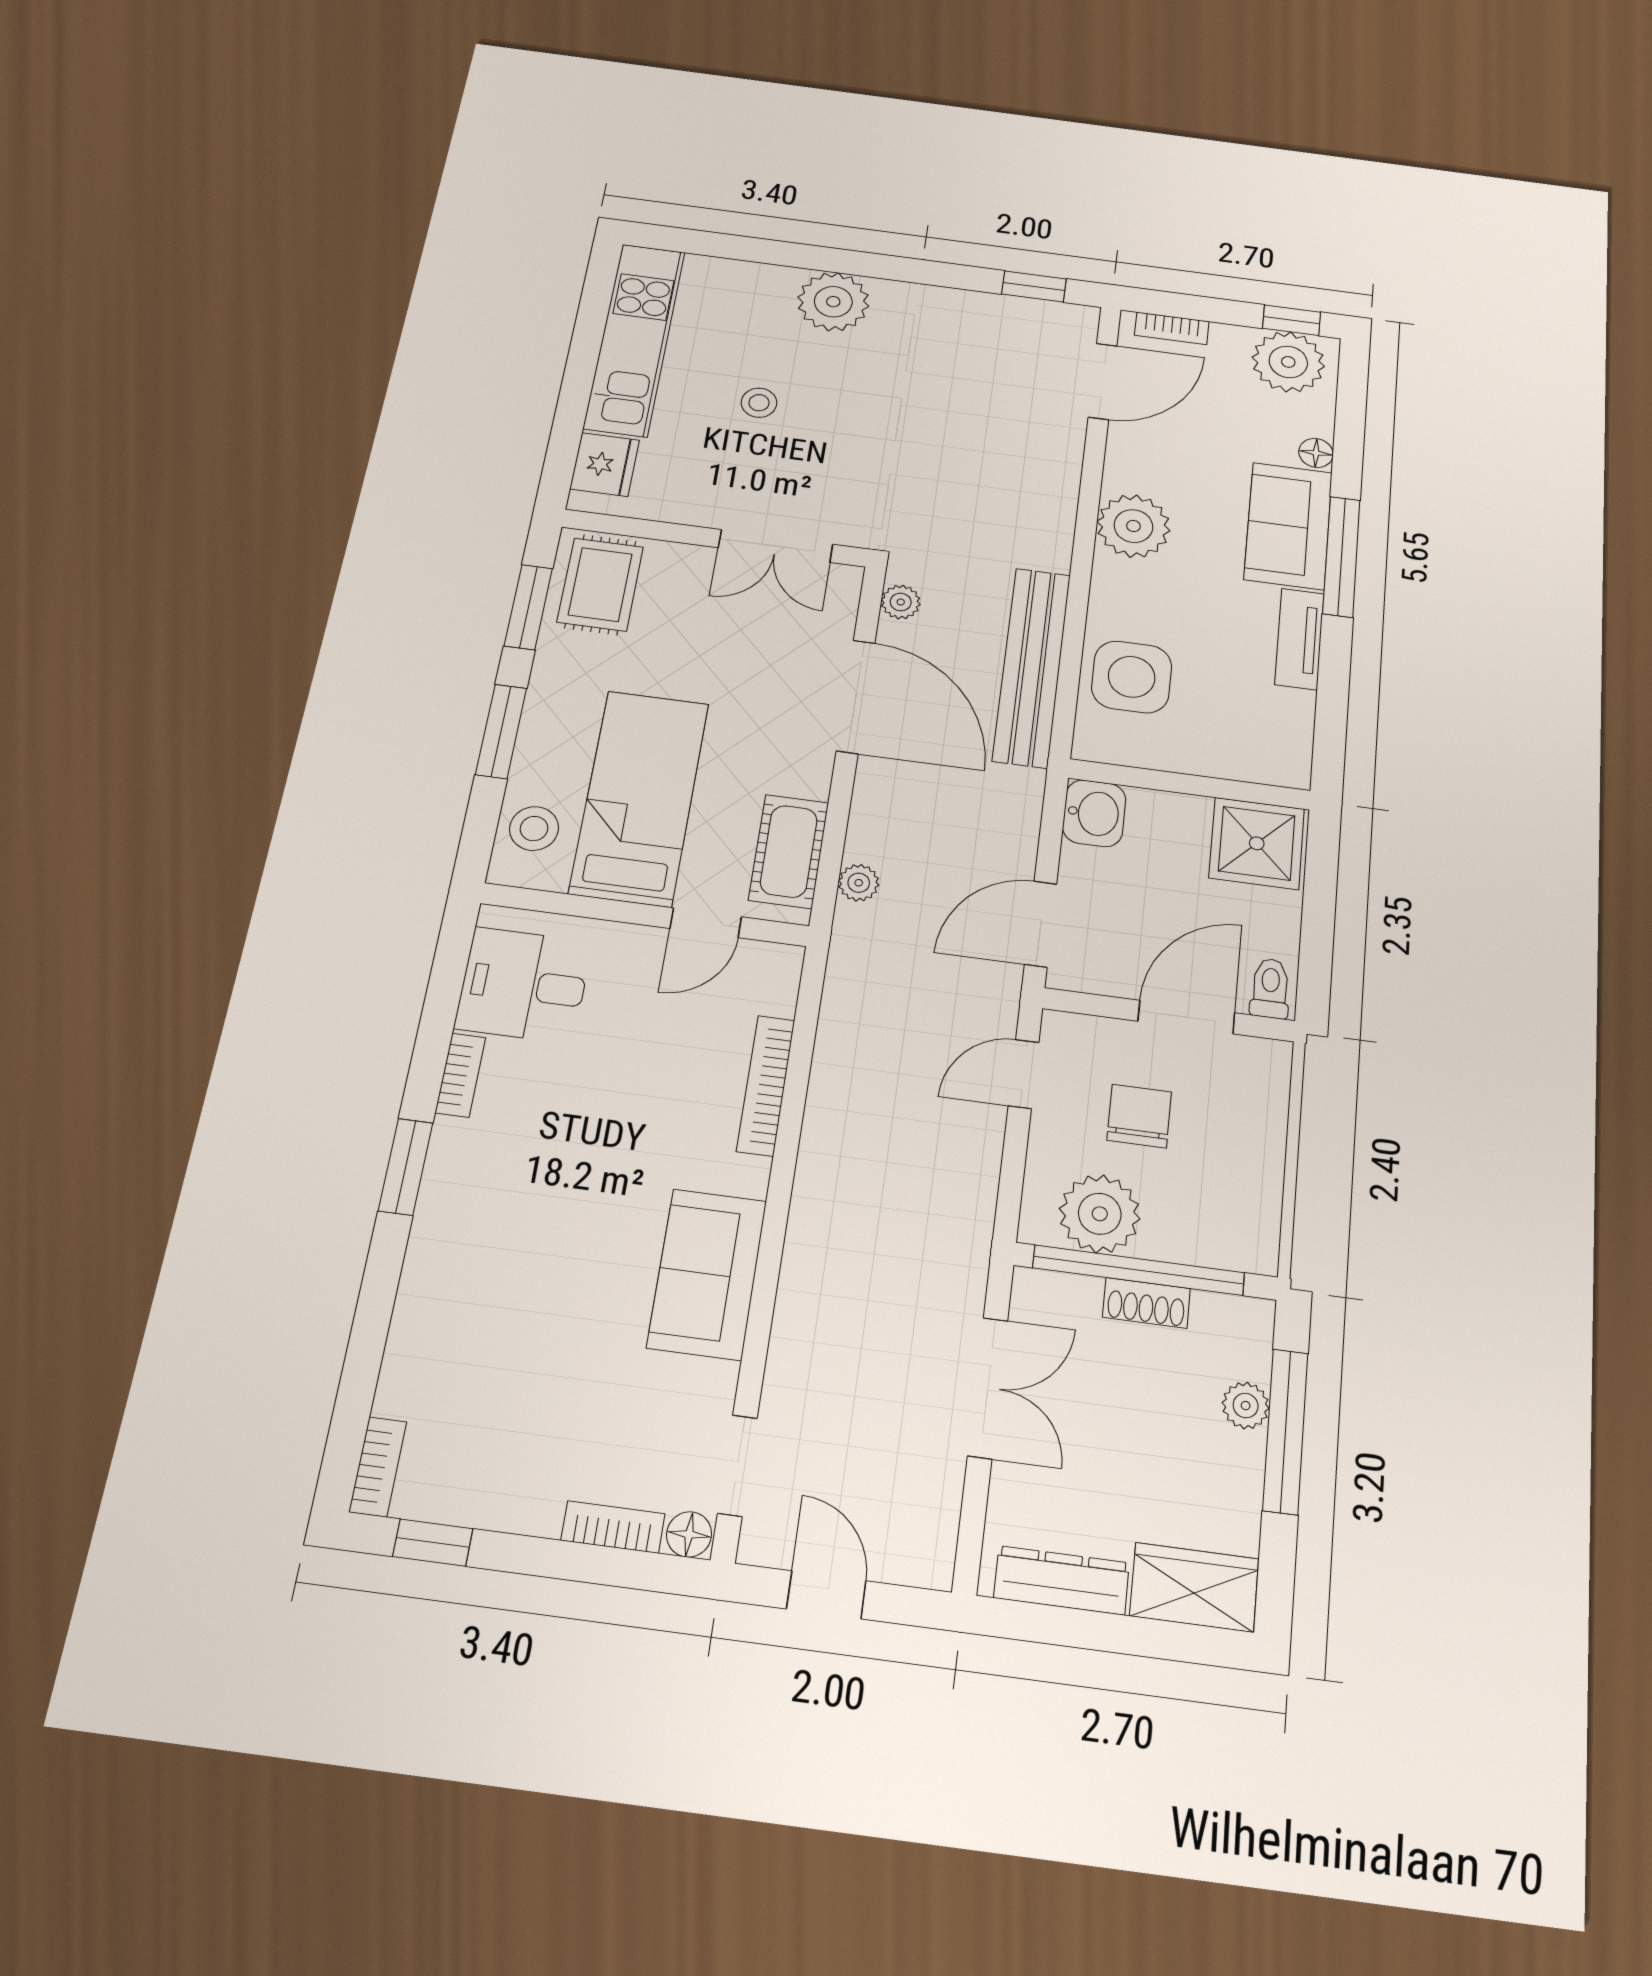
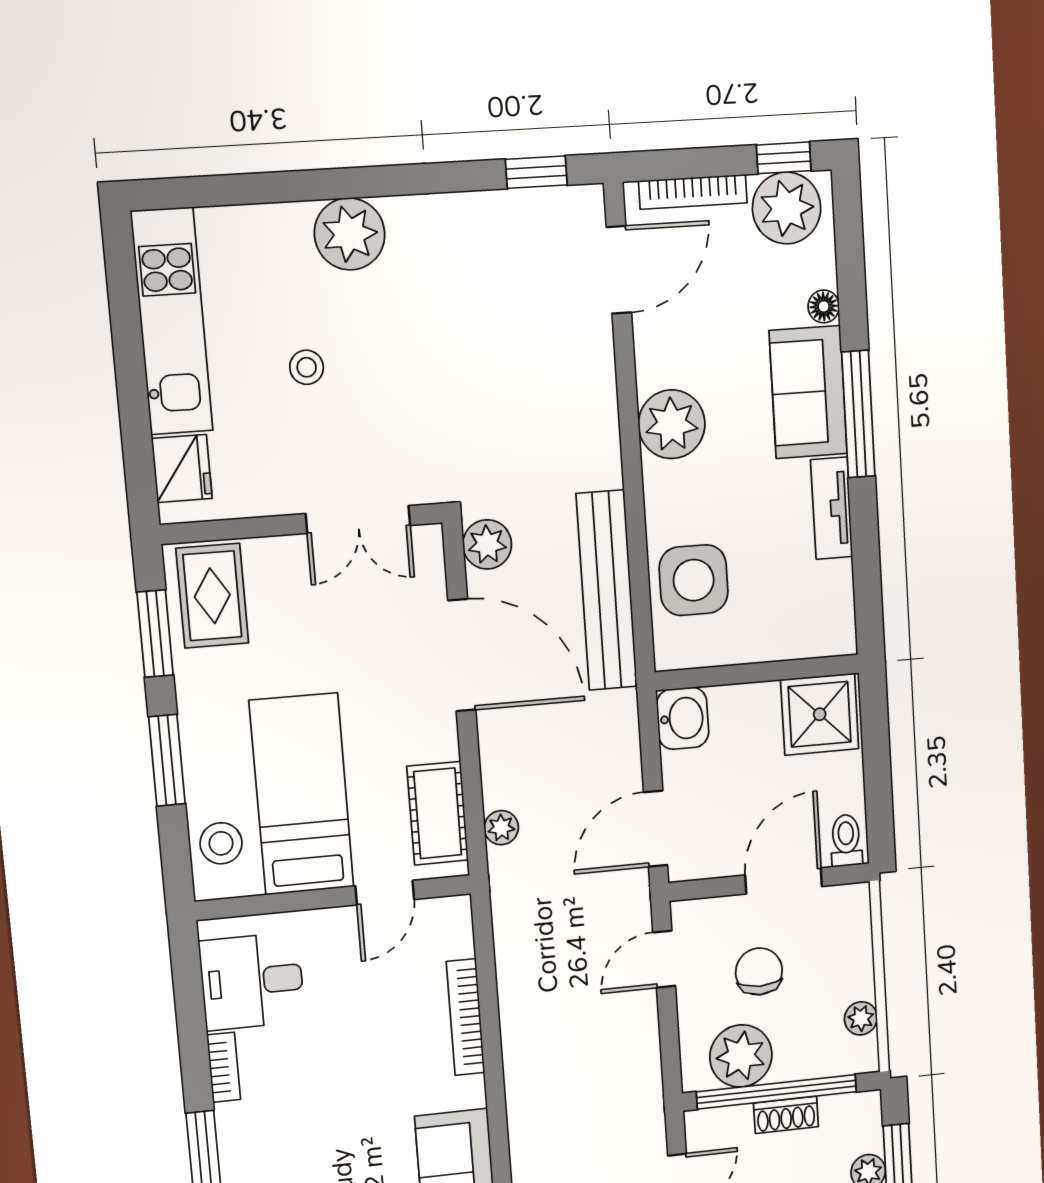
bookcase: (1172, 328) -> (693, 192), width x1.56
plant: (901, 602) -> (487, 544), width x1.38, depth x1.38
plant: (1261, 1204) -> (861, 1018), added

